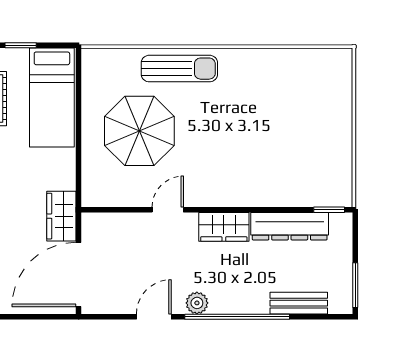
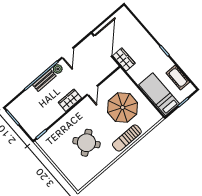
round table: (260, 123) -> (87, 143), added
dresser: (290, 226) -> (49, 118), removed
bench: (299, 303) -> (44, 80), moved

